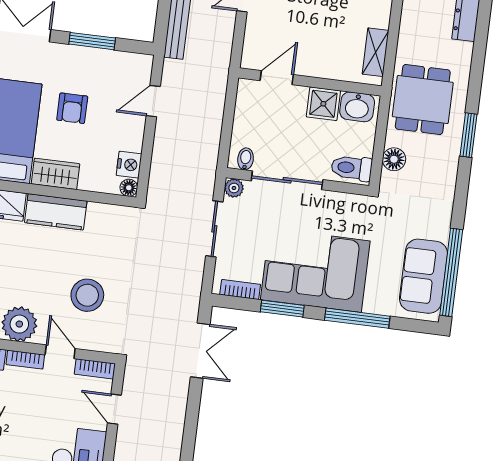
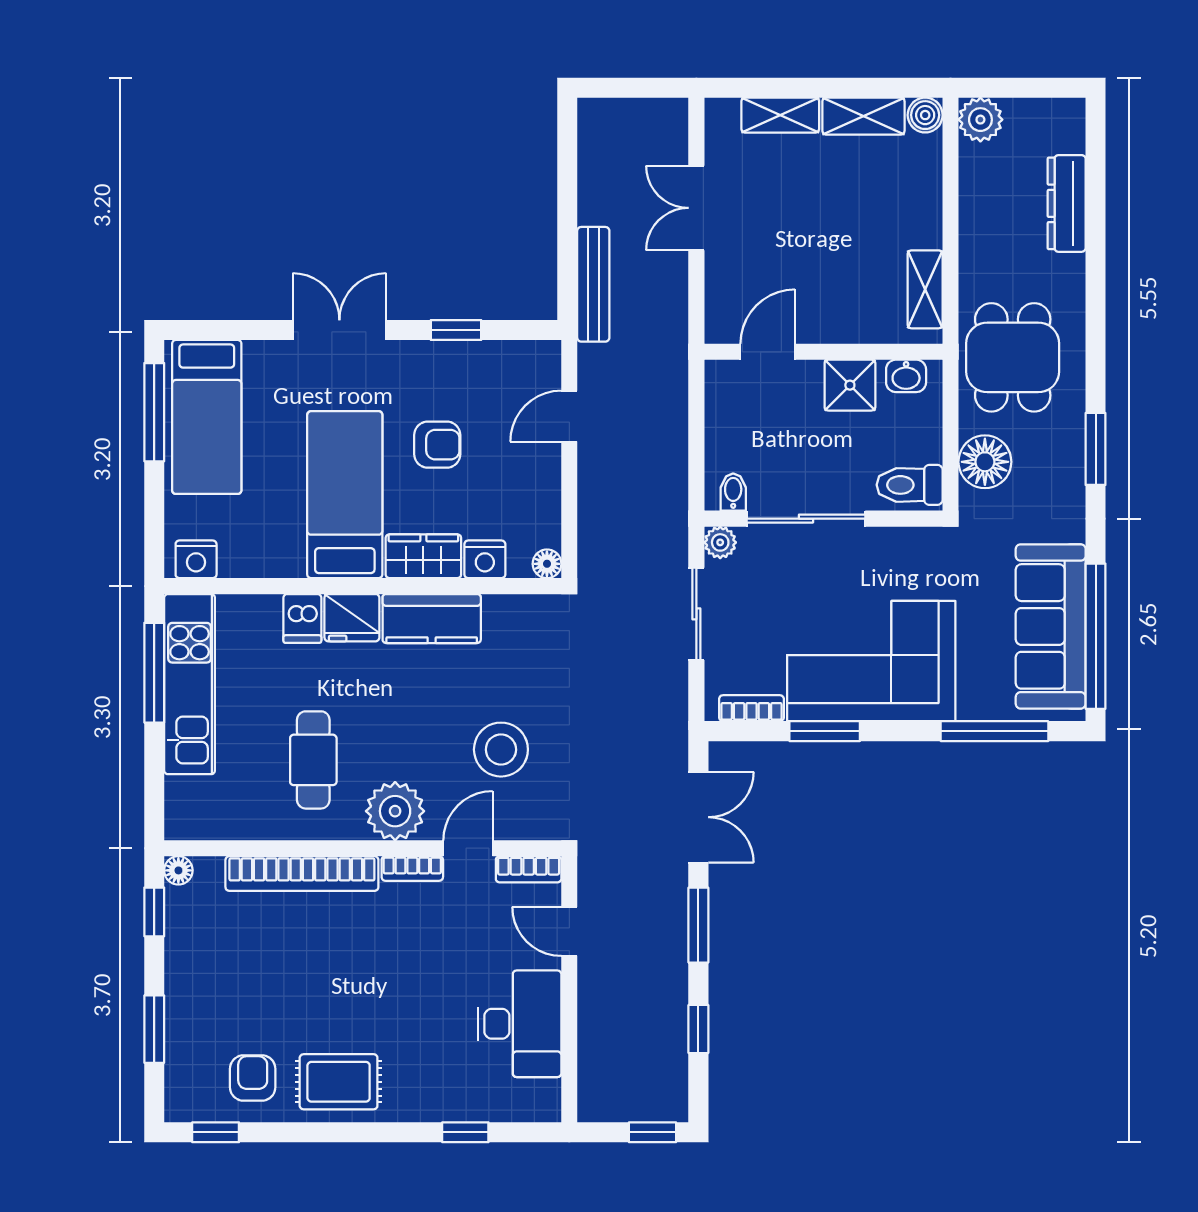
window: (92, 41) -> (456, 330), width x0.67
washbasin: (357, 107) -> (906, 376), width x0.72, depth x0.69
armchair: (72, 108) -> (437, 445), turned -90
window: (469, 135) -> (1096, 449), moved
floor lamp: (394, 159) -> (985, 462), width x1.38, depth x1.38
nightstand: (129, 165) -> (485, 559), moved, turned 90
sofa: (423, 276) -> (1051, 626), width x1.36
window: (357, 318) -> (994, 731), moved
door: (60, 352) -> (468, 848), hinge flipped
window: (192, 415) -> (698, 925), added

